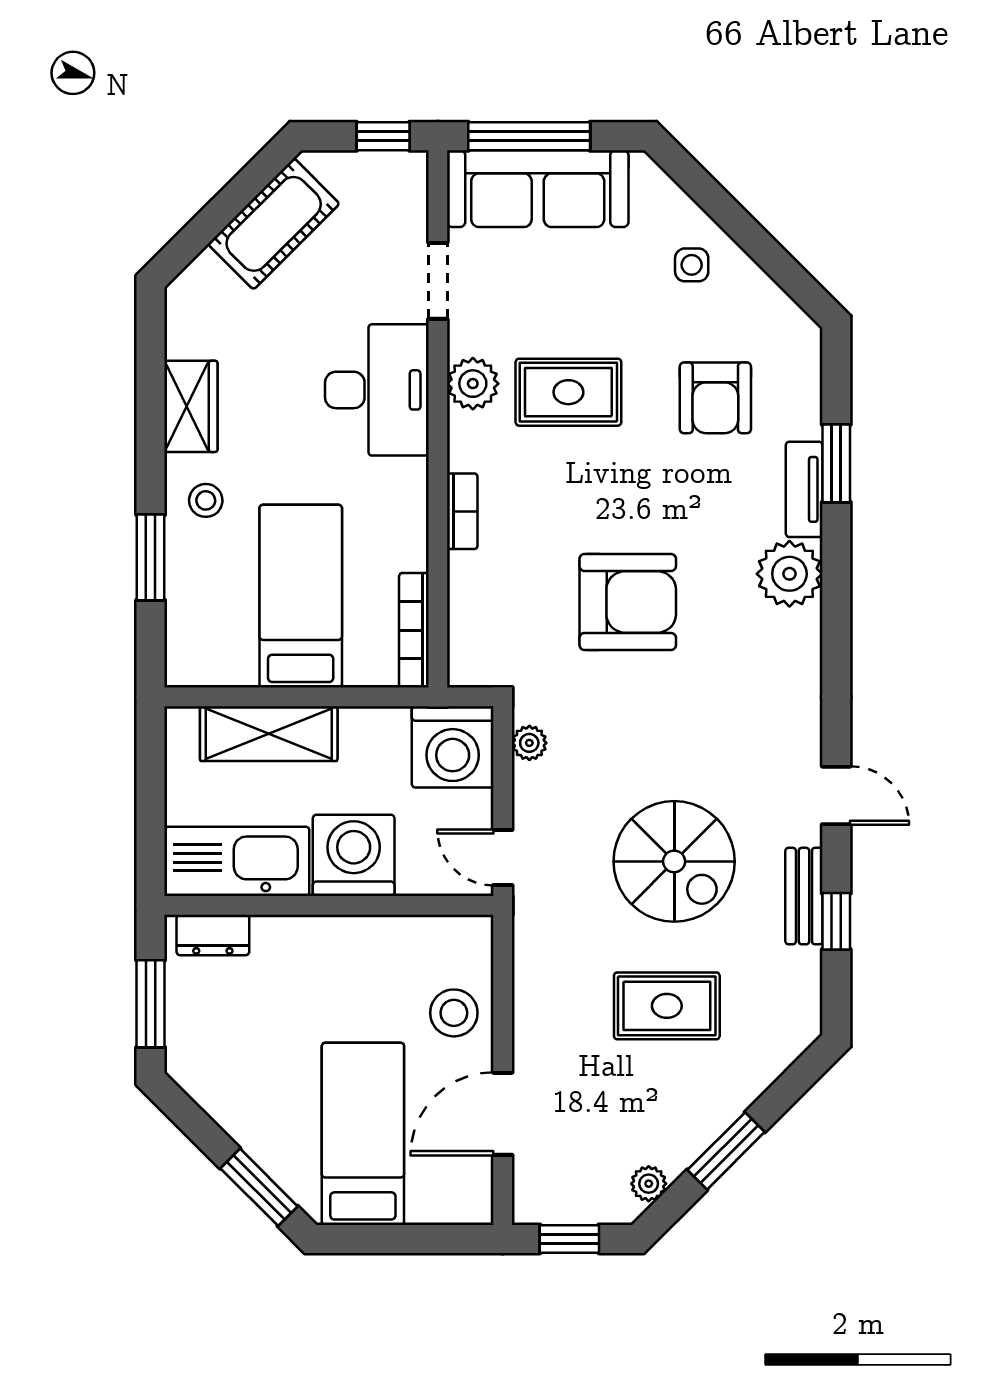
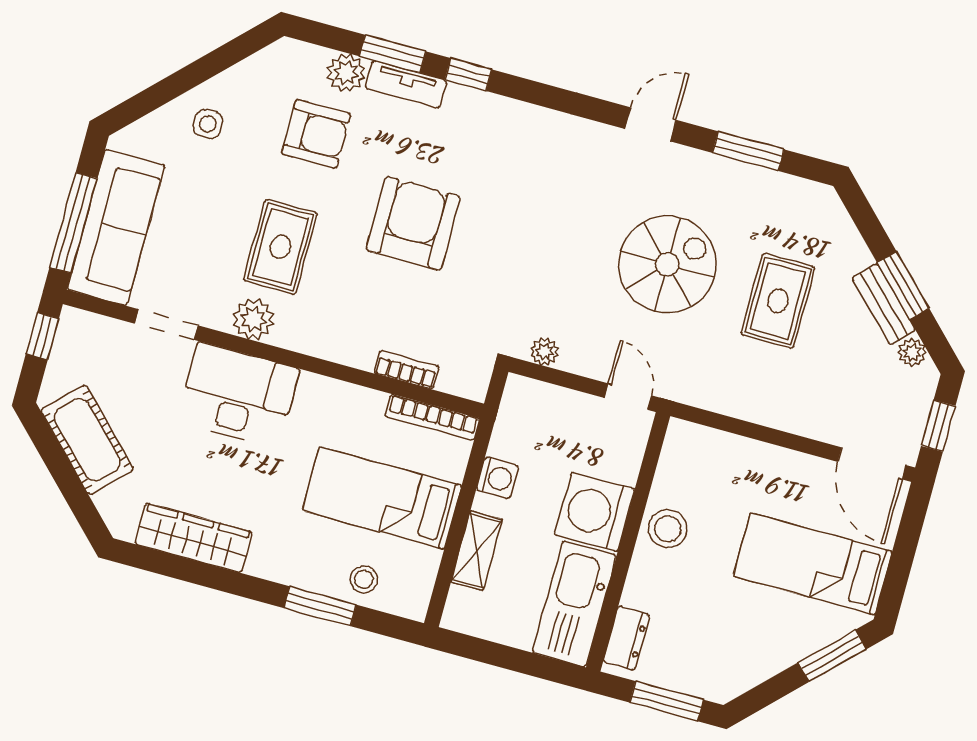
wardrobe: (191, 406) -> (194, 538), width x1.50
stool: (206, 500) -> (364, 579), moved
bookcase: (462, 511) -> (407, 370), moved
window: (836, 561) -> (468, 75), added
plant: (789, 574) -> (346, 73), moved, width x0.73, depth x0.73
armchair: (628, 602) -> (413, 223), moved
shelving: (269, 734) -> (477, 551), width x0.67, depth x0.75
washing machine: (453, 747) -> (497, 478), moved, width x0.53, depth x0.53
door: (503, 857) -> (628, 397), swing flipped
bench: (804, 896) -> (884, 304), moved, turned 45
window: (836, 921) -> (748, 151), width x1.50
stool: (454, 1013) -> (668, 529), moved
door: (503, 1114) -> (872, 463), moved

